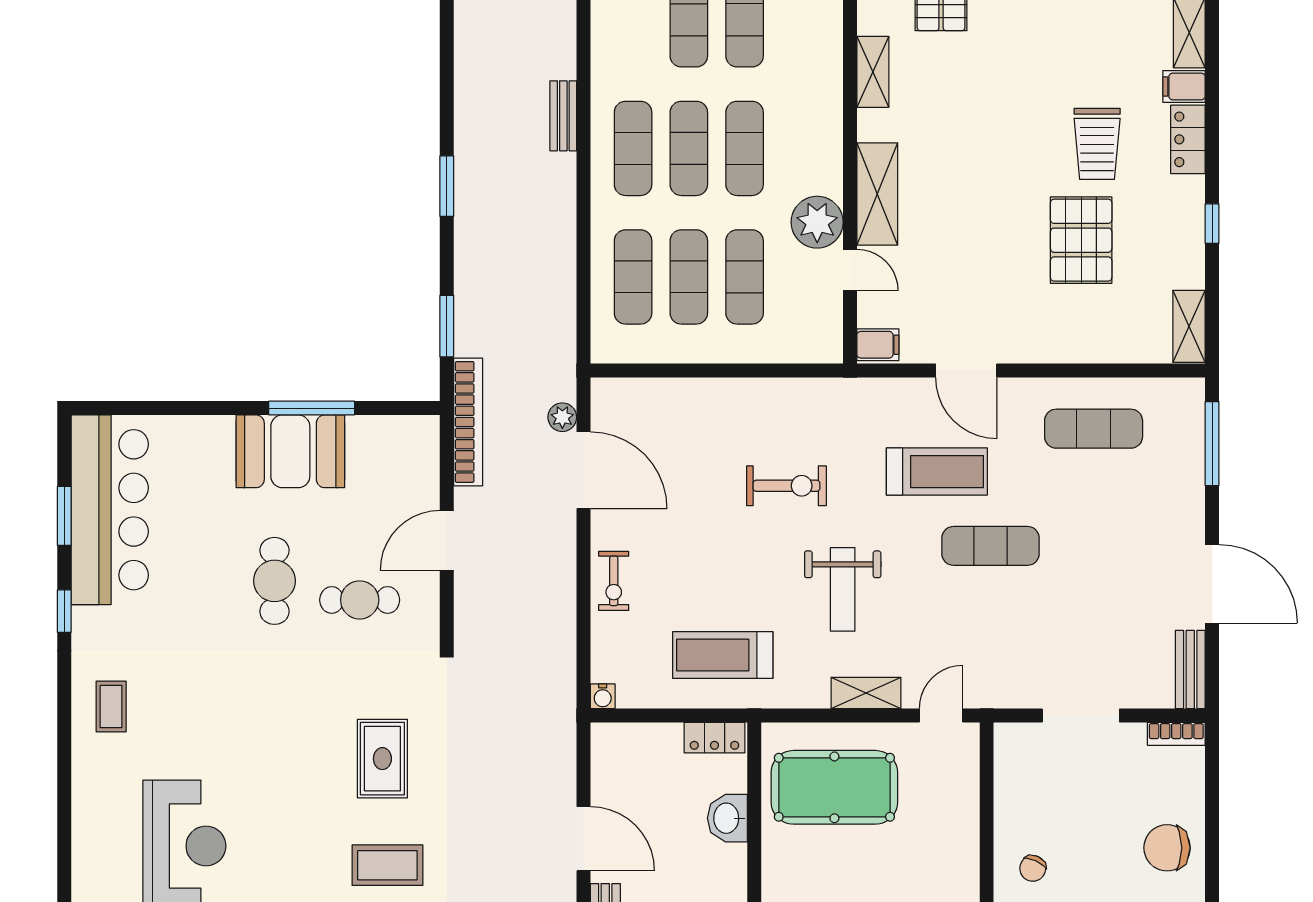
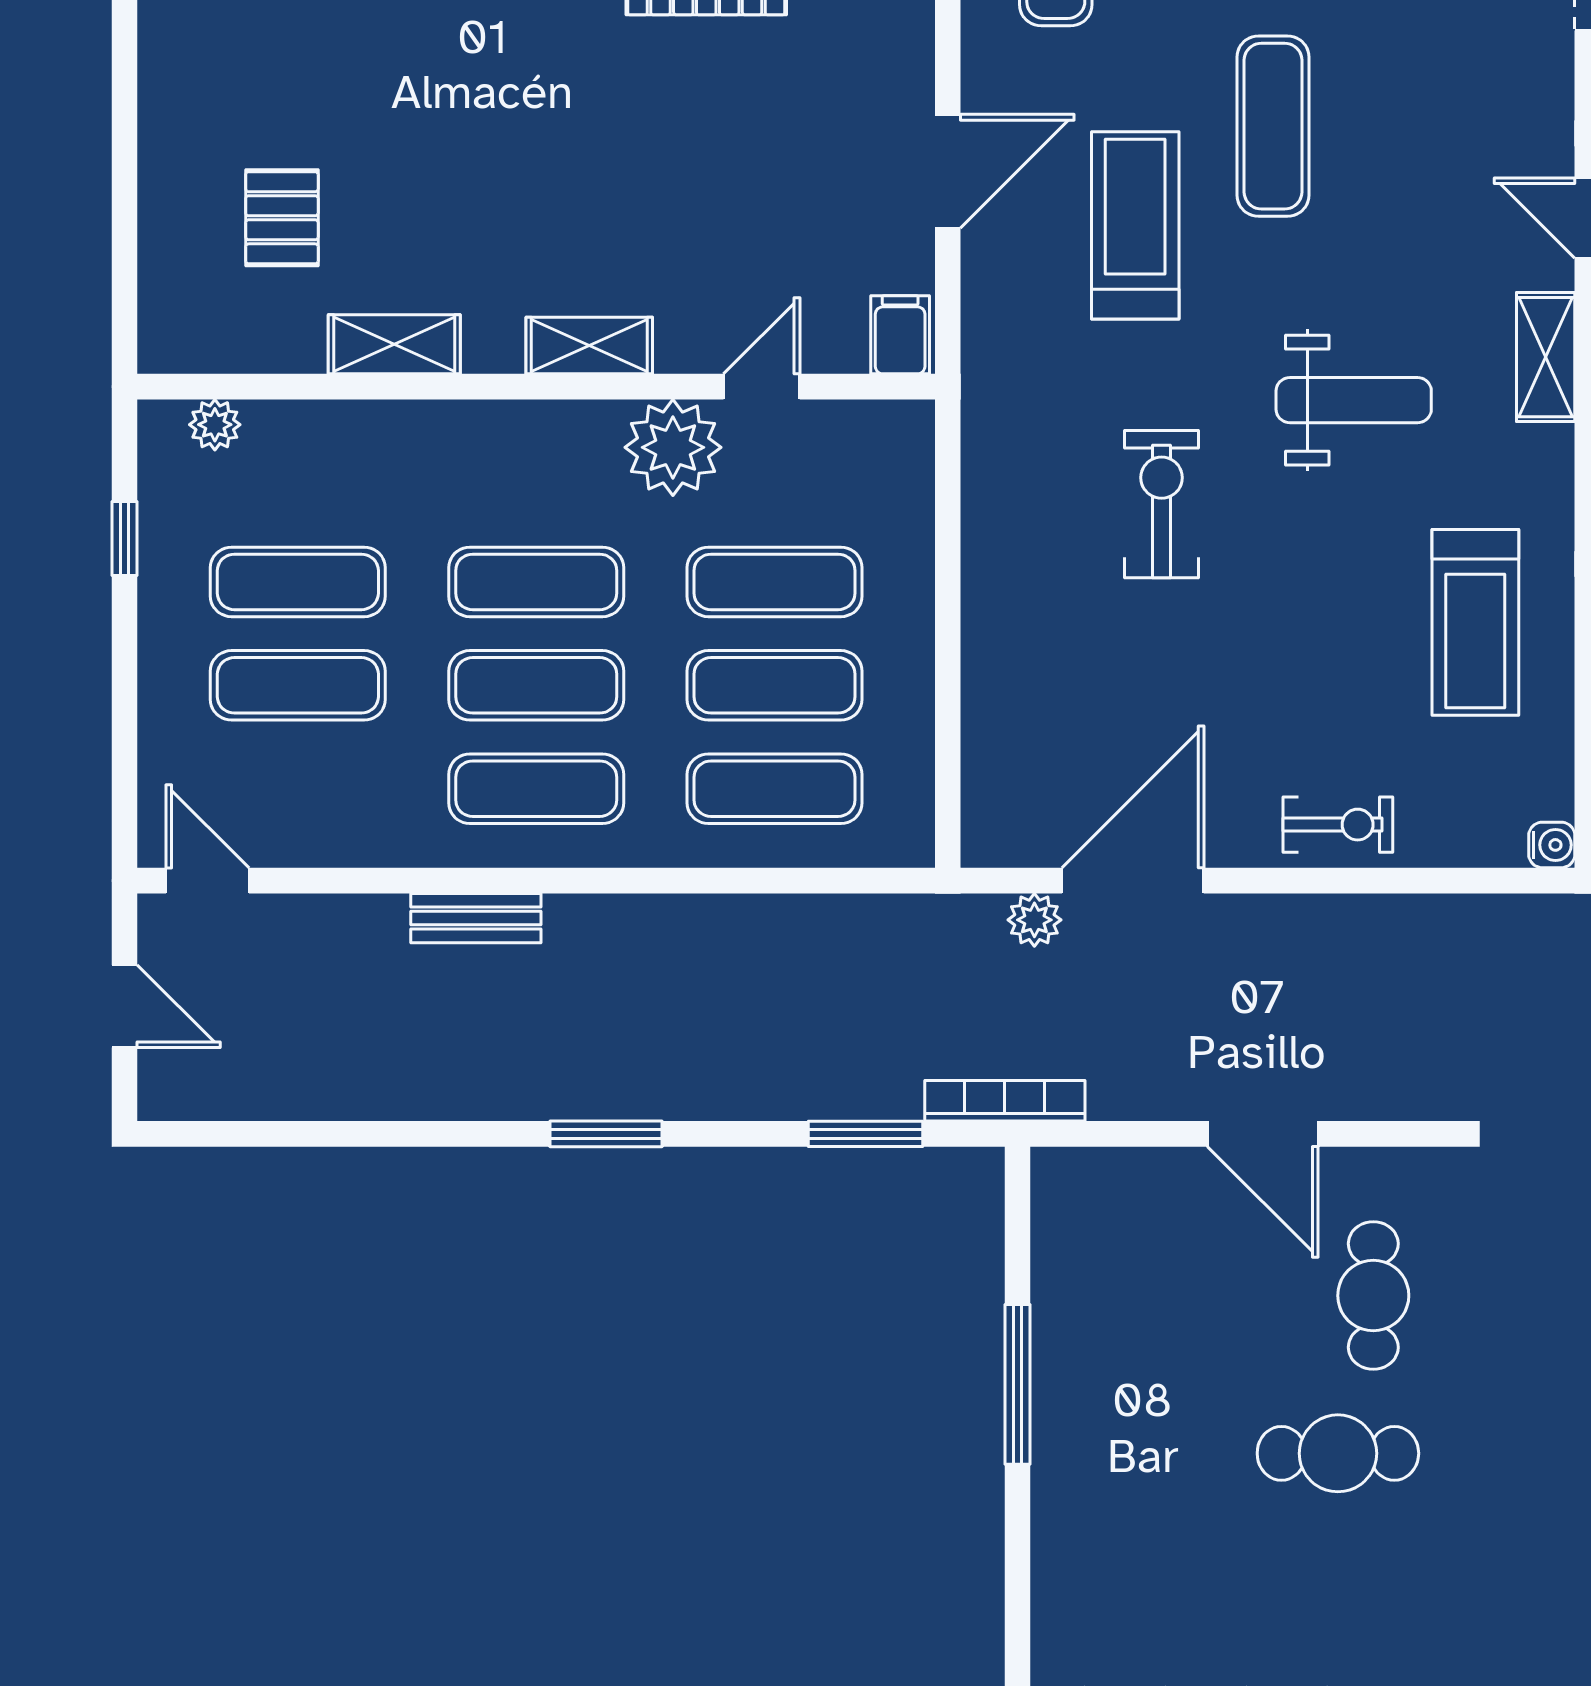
shelving: (877, 194) -> (589, 346), width x0.67, depth x0.75
bookcase: (468, 422) -> (1005, 1101), width x0.68, depth x0.76
booth: (290, 451) -> (1098, 1424), removed

